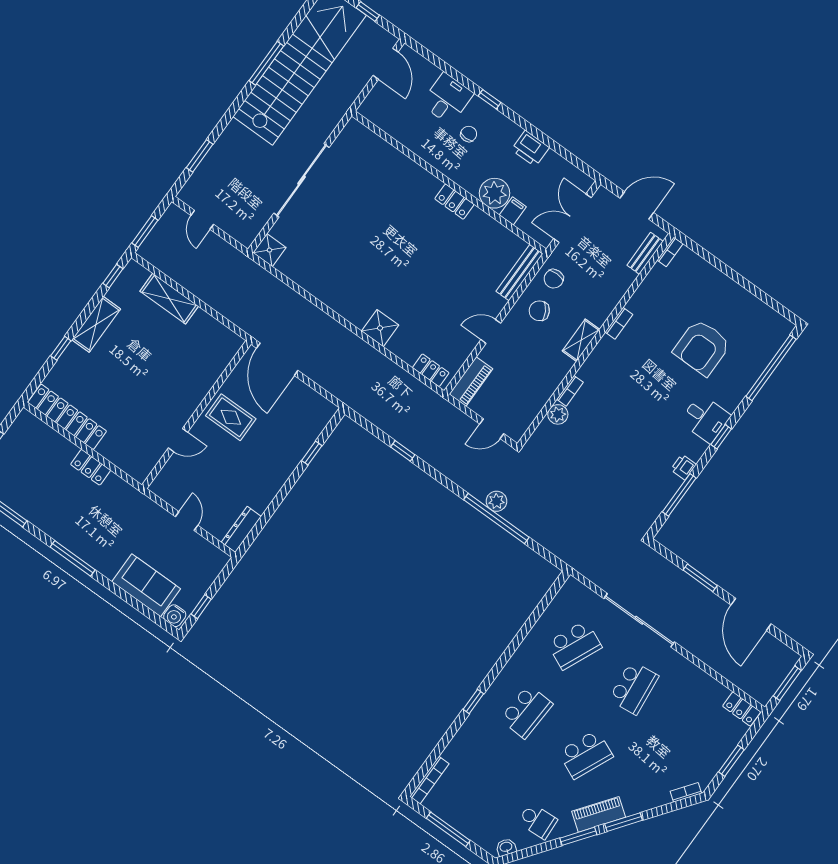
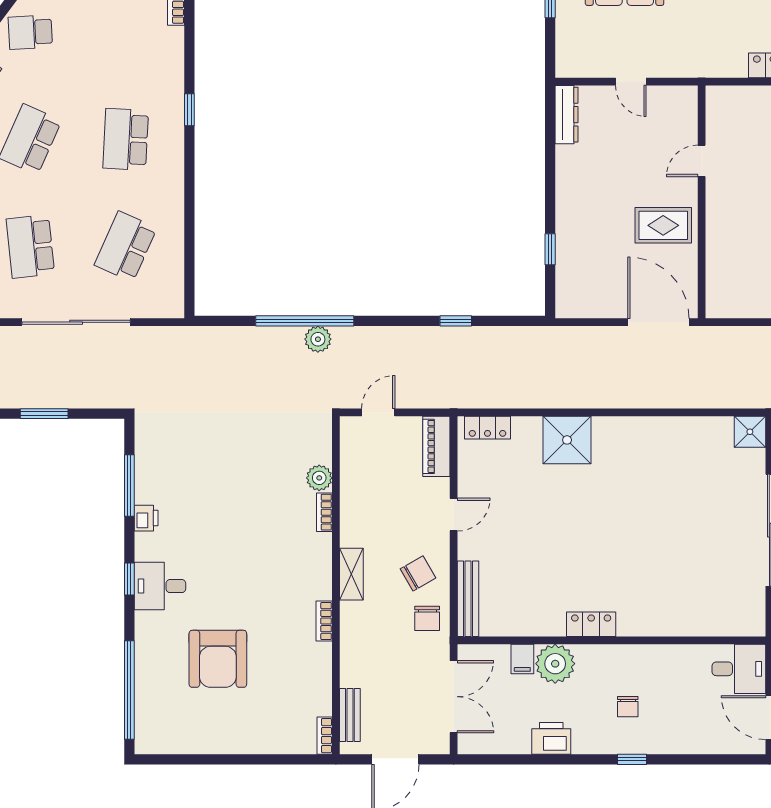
desk: (447, 99) -> (739, 669), moved, turned -90
chair: (554, 279) -> (427, 618), turned 180
shower: (380, 328) -> (567, 440), width x1.36, depth x1.36
armchair: (702, 347) -> (218, 659), turned 180

